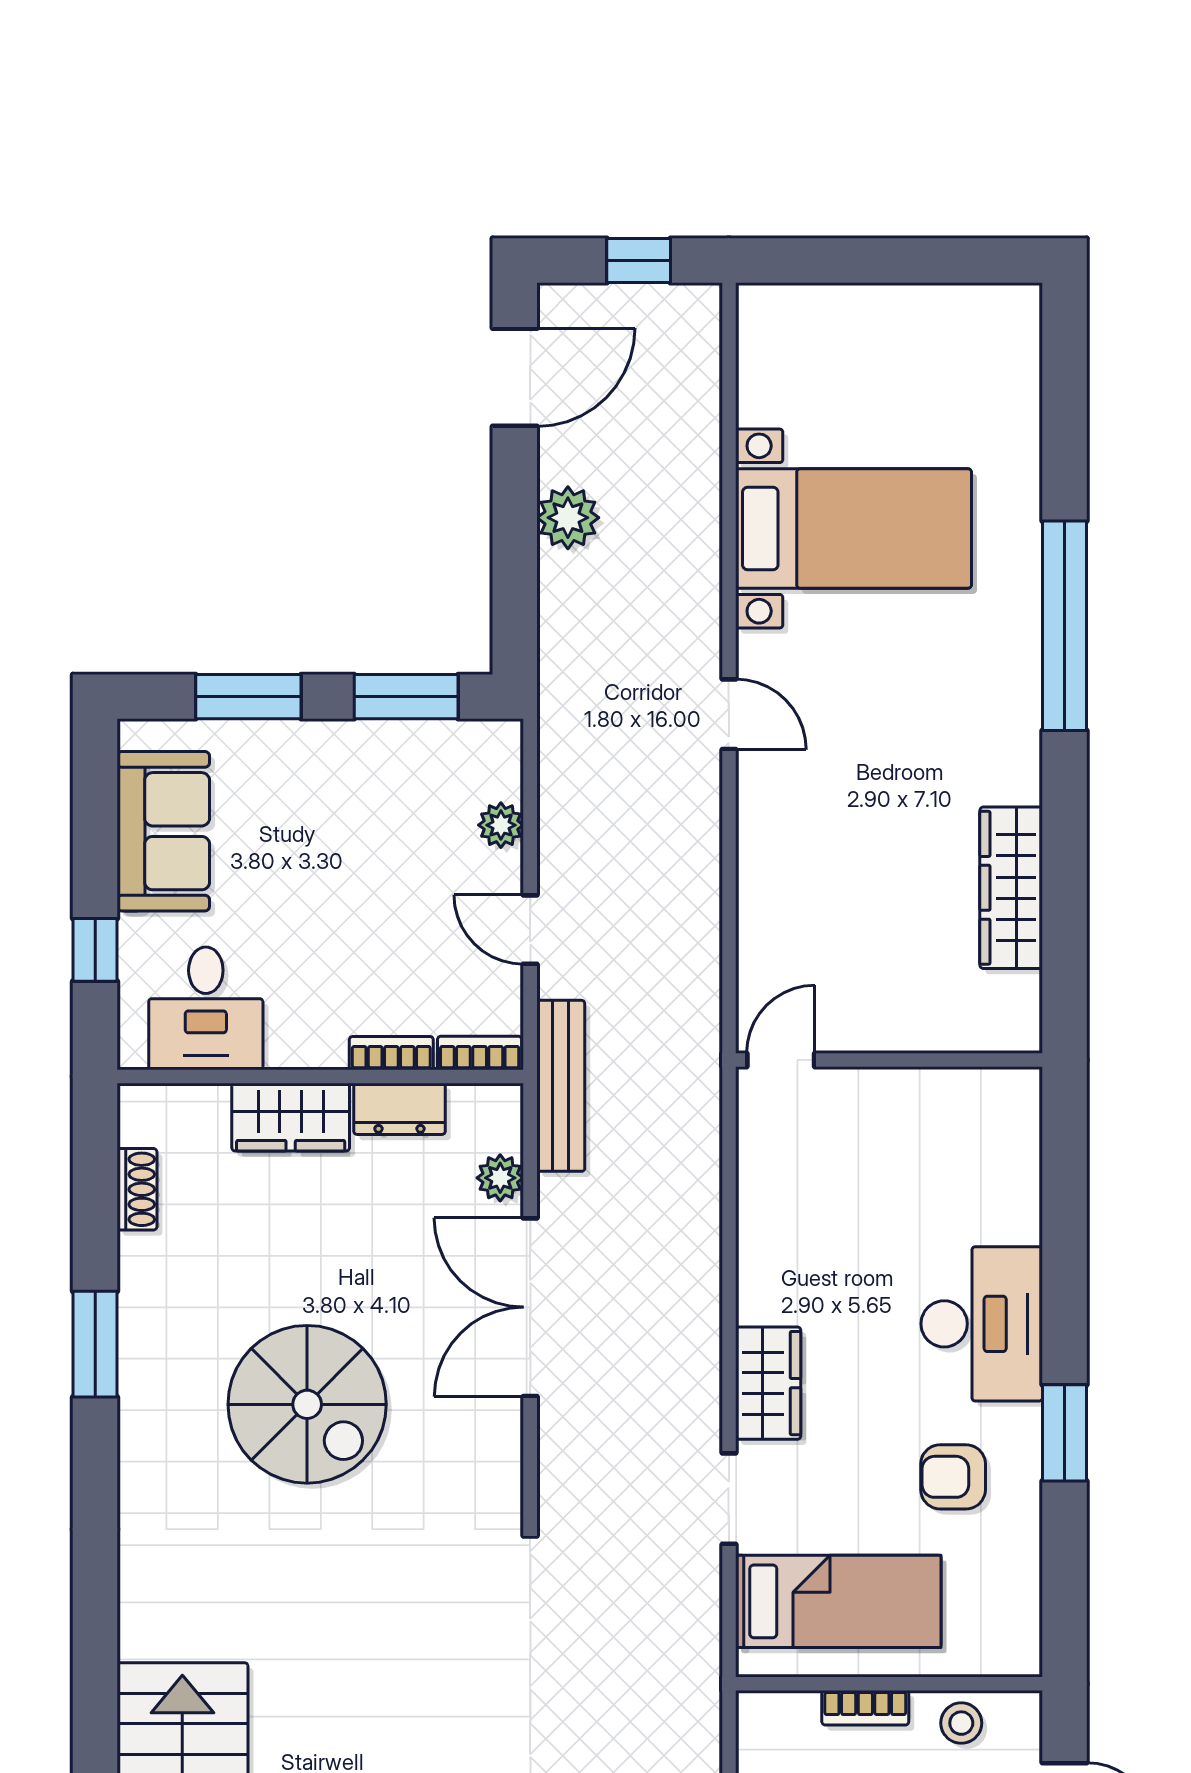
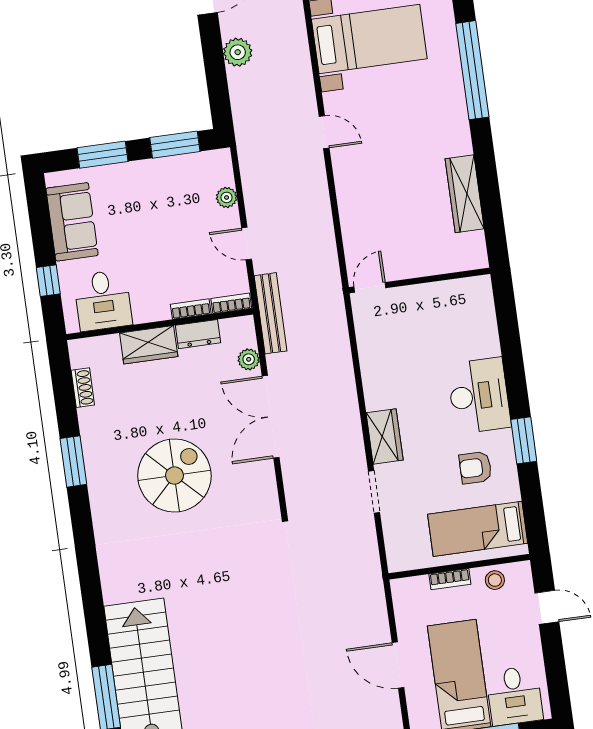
spiral stairs: (307, 1404) -> (174, 476), turned -90
bed: (838, 1601) -> (478, 529), moved, turned 180

